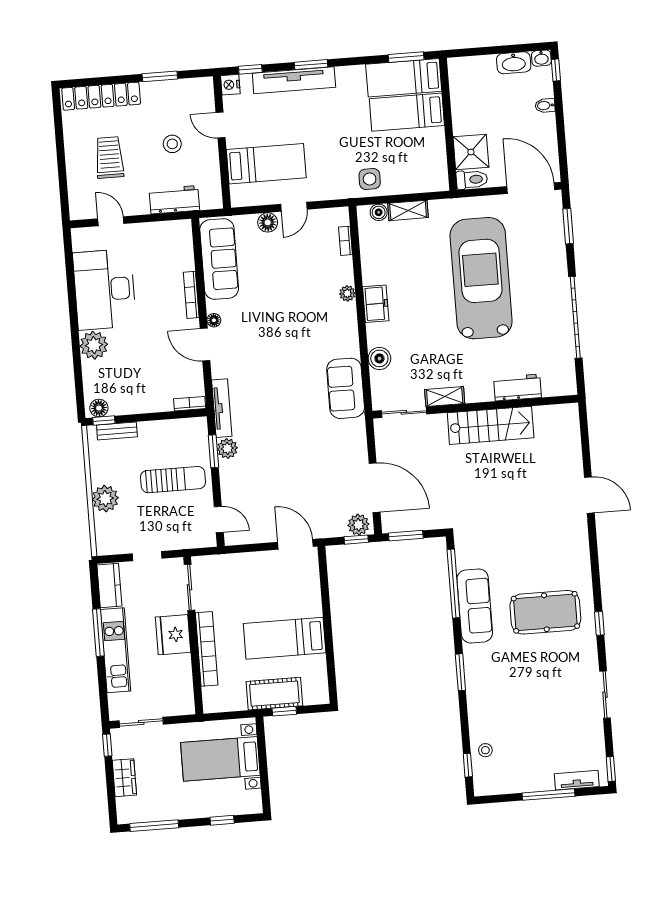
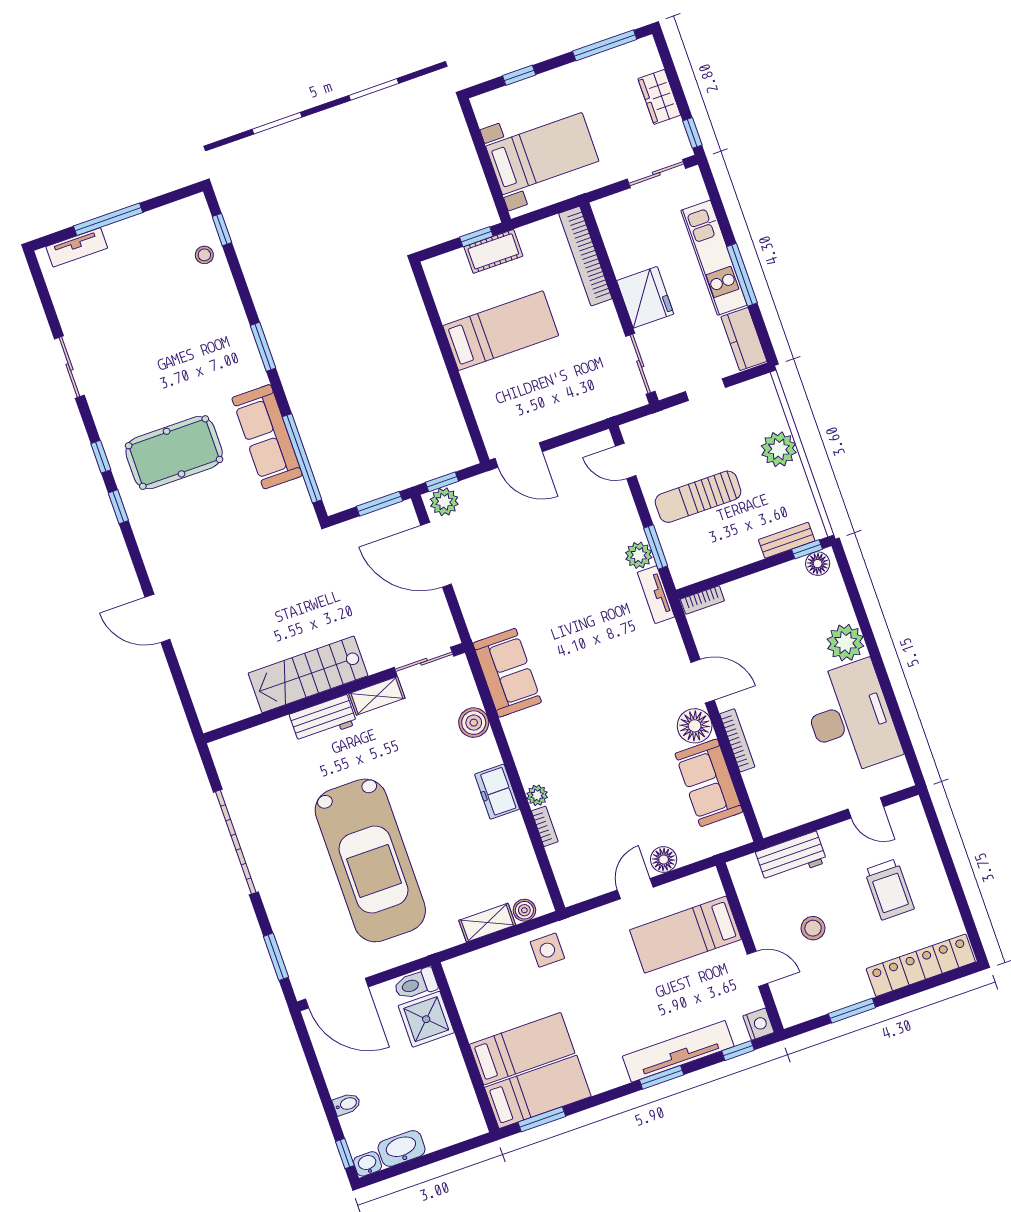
bookcase: (345, 241) -> (545, 826), moved
sofa: (219, 259) -> (709, 783), width x0.73
floor lamp: (214, 320) -> (695, 726), width x1.89, depth x1.89
workbench: (517, 388) -> (323, 719), moved
tv unit: (222, 408) -> (656, 595), width x0.71
bookcase: (207, 649) -> (585, 256), moved
cot: (274, 694) -> (493, 251), width x0.73, depth x0.75
window: (611, 769) -> (118, 507), moved

